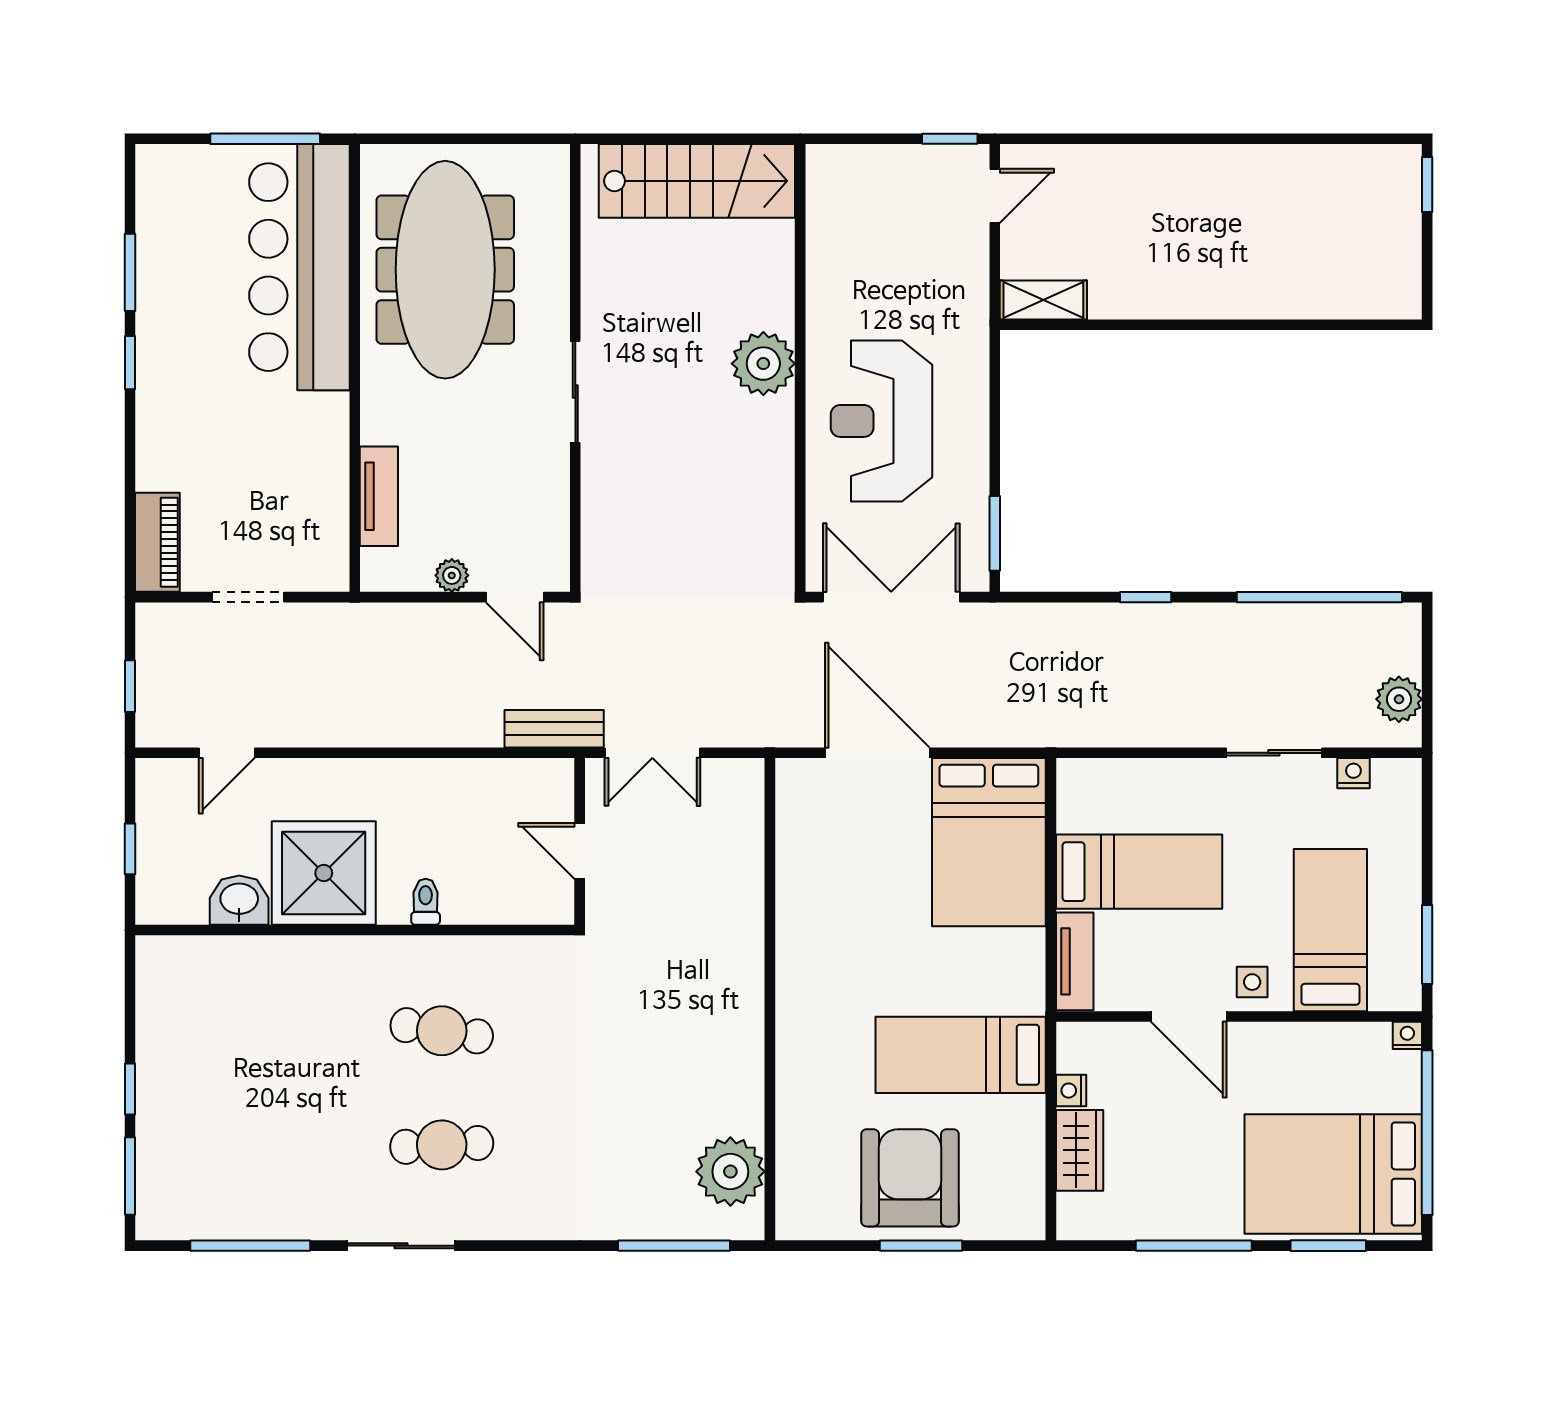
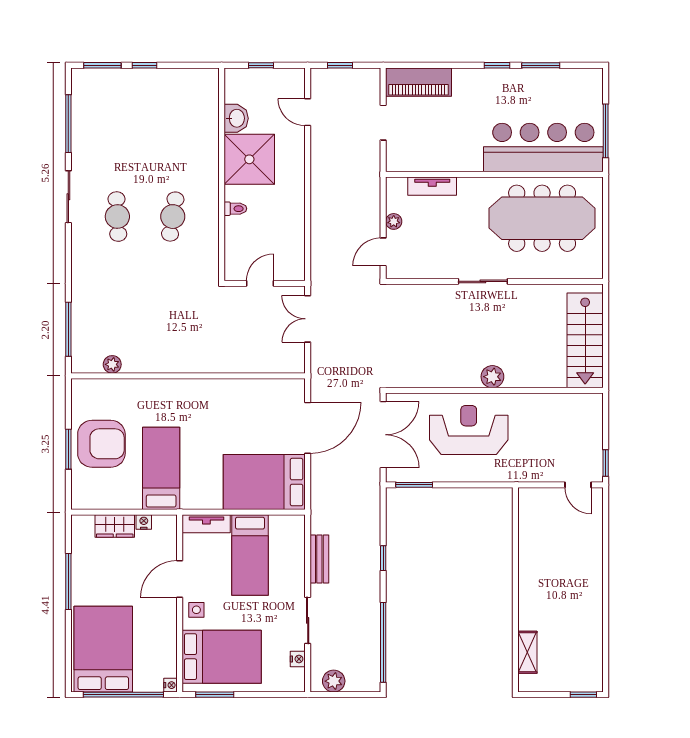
shelving: (1043, 300) -> (527, 652), moved
plant: (763, 364) -> (492, 377), width x0.73, depth x0.73
piano: (157, 542) -> (419, 82), width x1.37, depth x1.33
bench: (554, 729) -> (319, 559), moved
bed: (1330, 930) -> (222, 657), width x1.50
plant: (730, 1172) -> (112, 364), width x0.53, depth x0.53
window: (1328, 1246) -> (68, 647), removed

